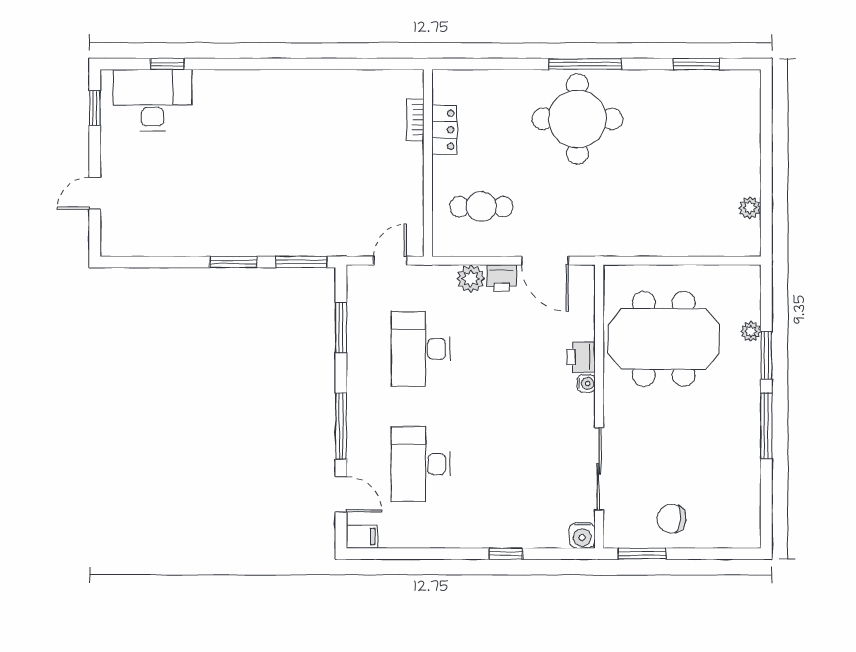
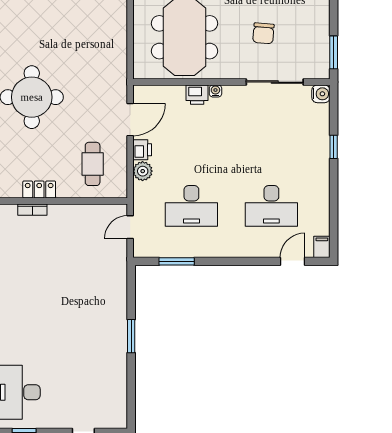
door: (390, 261) -> (130, 227), hinge flipped
window: (301, 262) -> (131, 289), removed
window: (341, 426) -> (245, 261), removed
chair: (671, 519) -> (263, 33), moved

